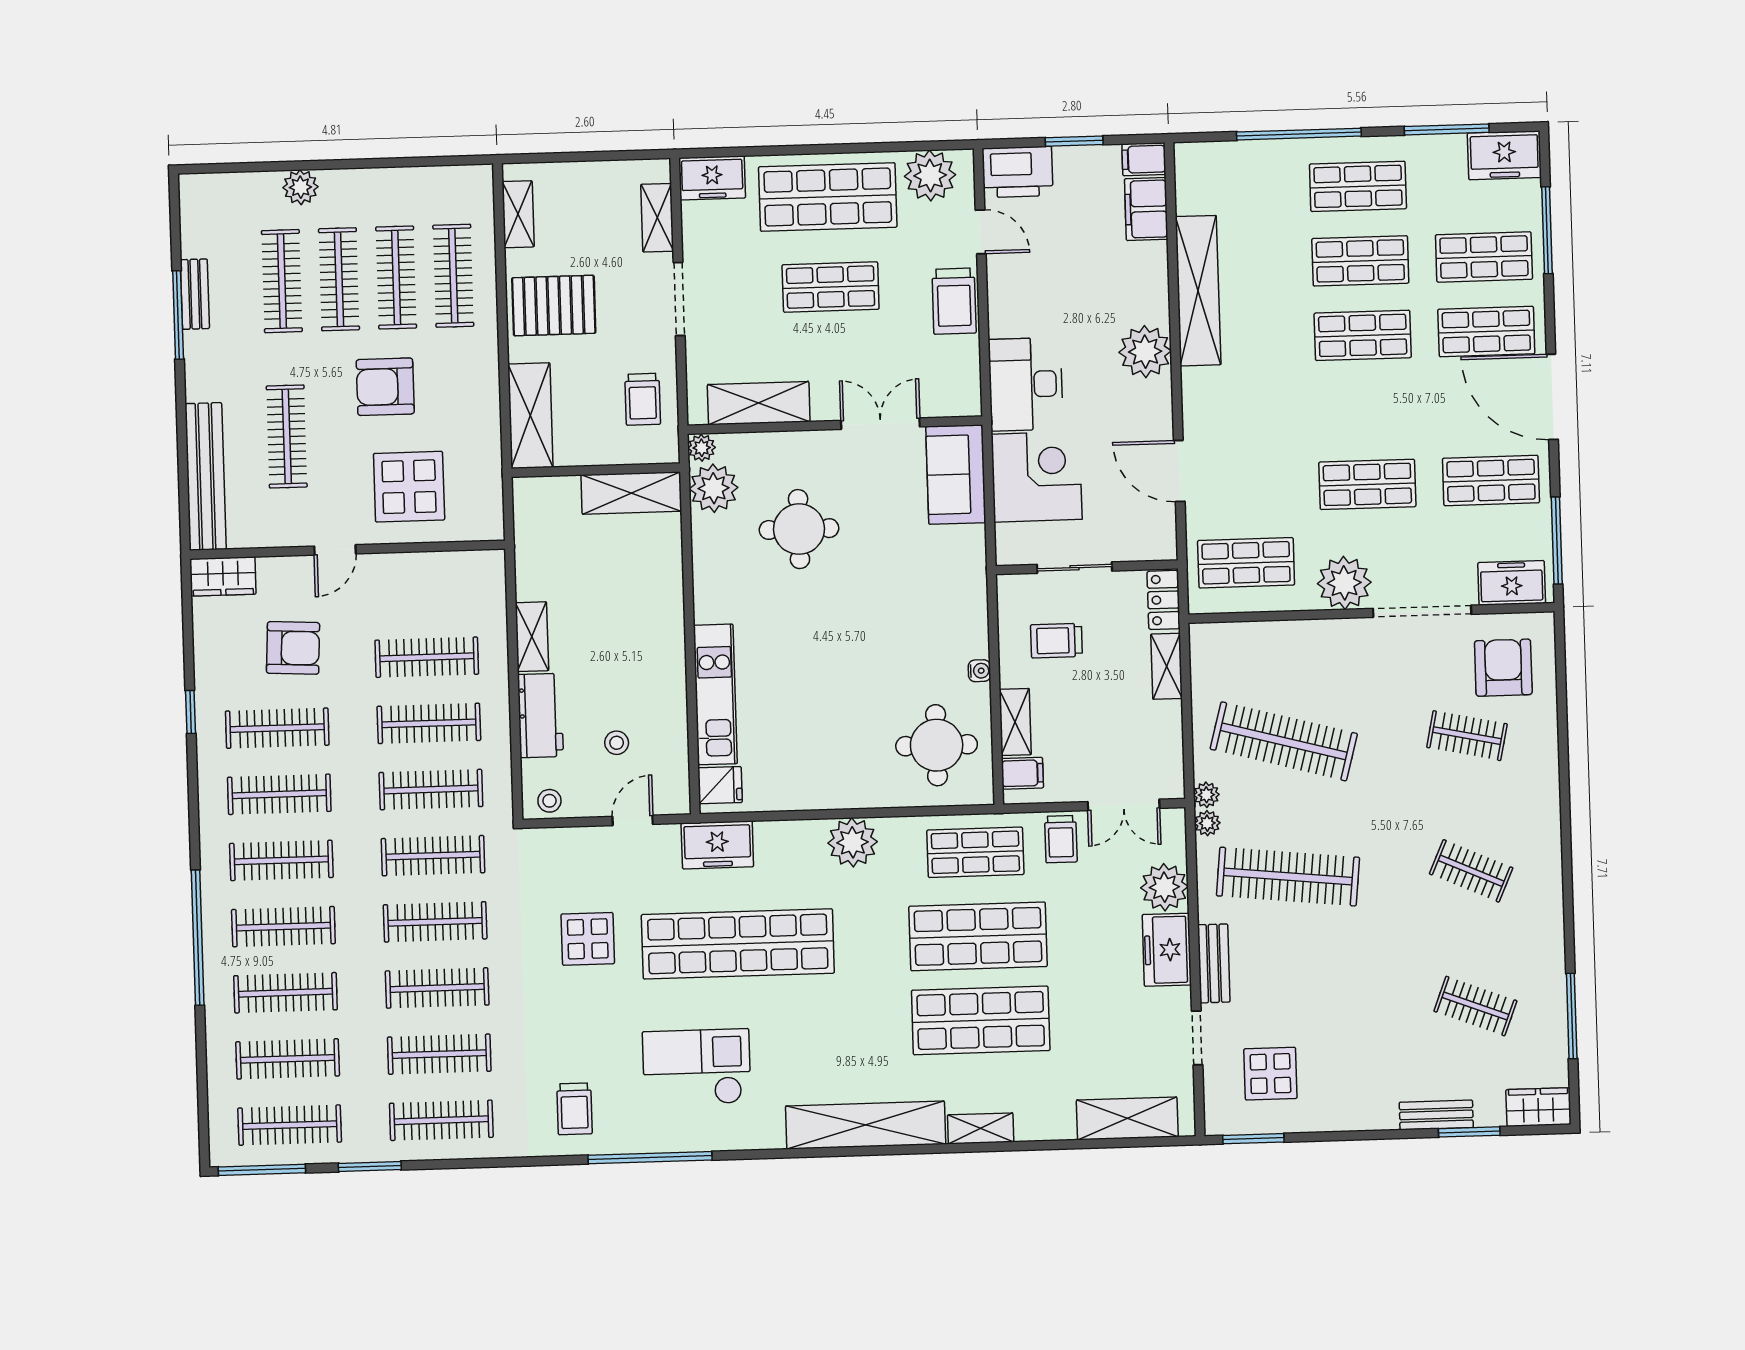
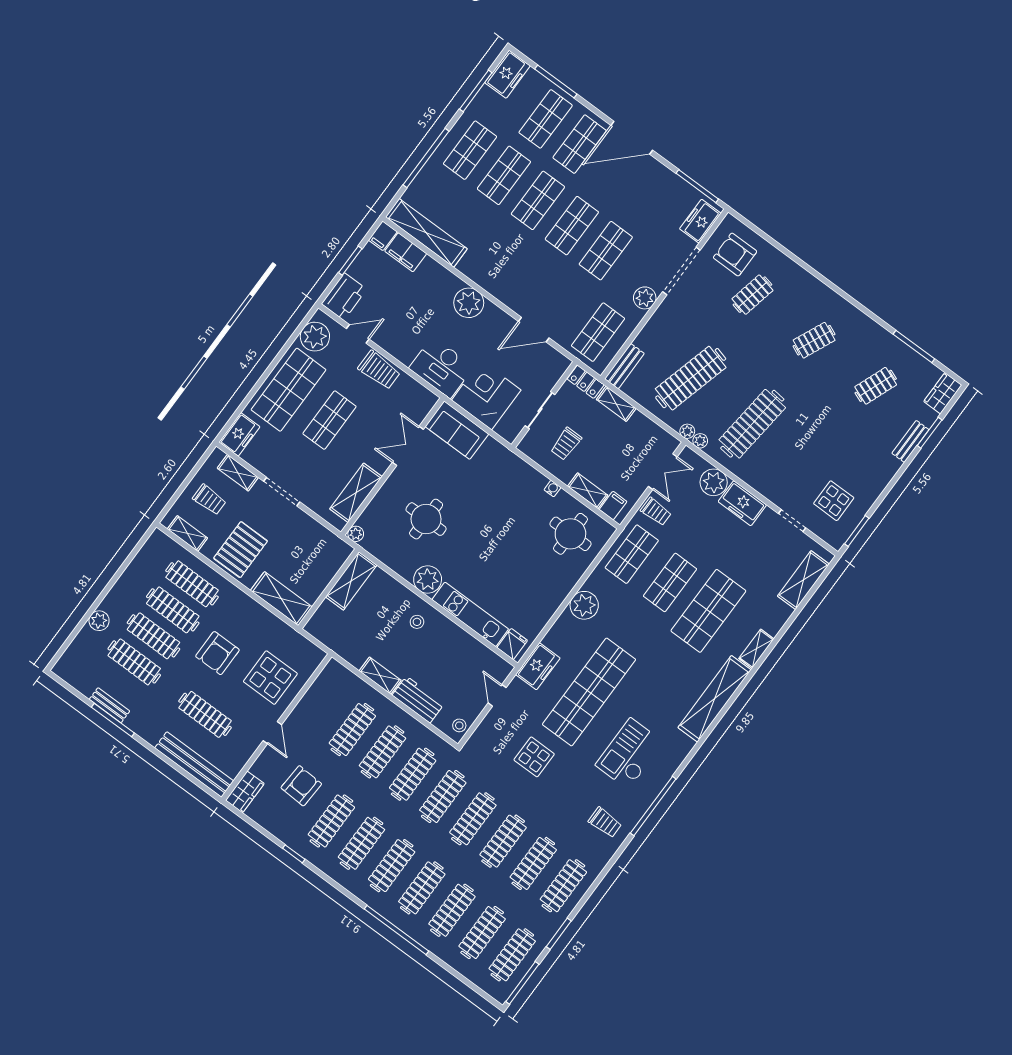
shelving: (1198, 291) -> (426, 233), moved
trolley: (643, 399) -> (209, 500), moved
shop shelf: (1491, 480) -> (572, 226), moved
plant: (714, 488) -> (428, 580), moved
plant: (1344, 583) -> (645, 298), width x0.73, depth x0.73
stool: (617, 743) -> (417, 622), moved
shop shelf: (978, 936) -> (670, 582), width x0.70, depth x0.74
bench: (1214, 963) -> (624, 366), moved, turned 90

